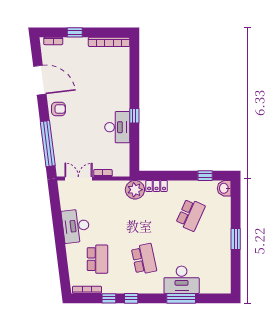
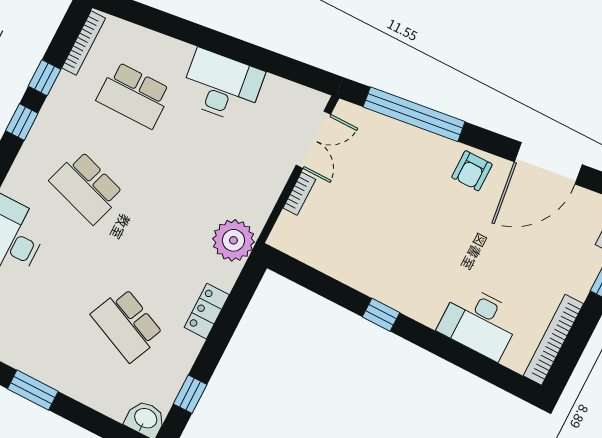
desk: (117, 127) -> (479, 322), moved
locker: (157, 186) -> (207, 311), moved
school desk: (144, 259) -> (87, 187), turned 30

